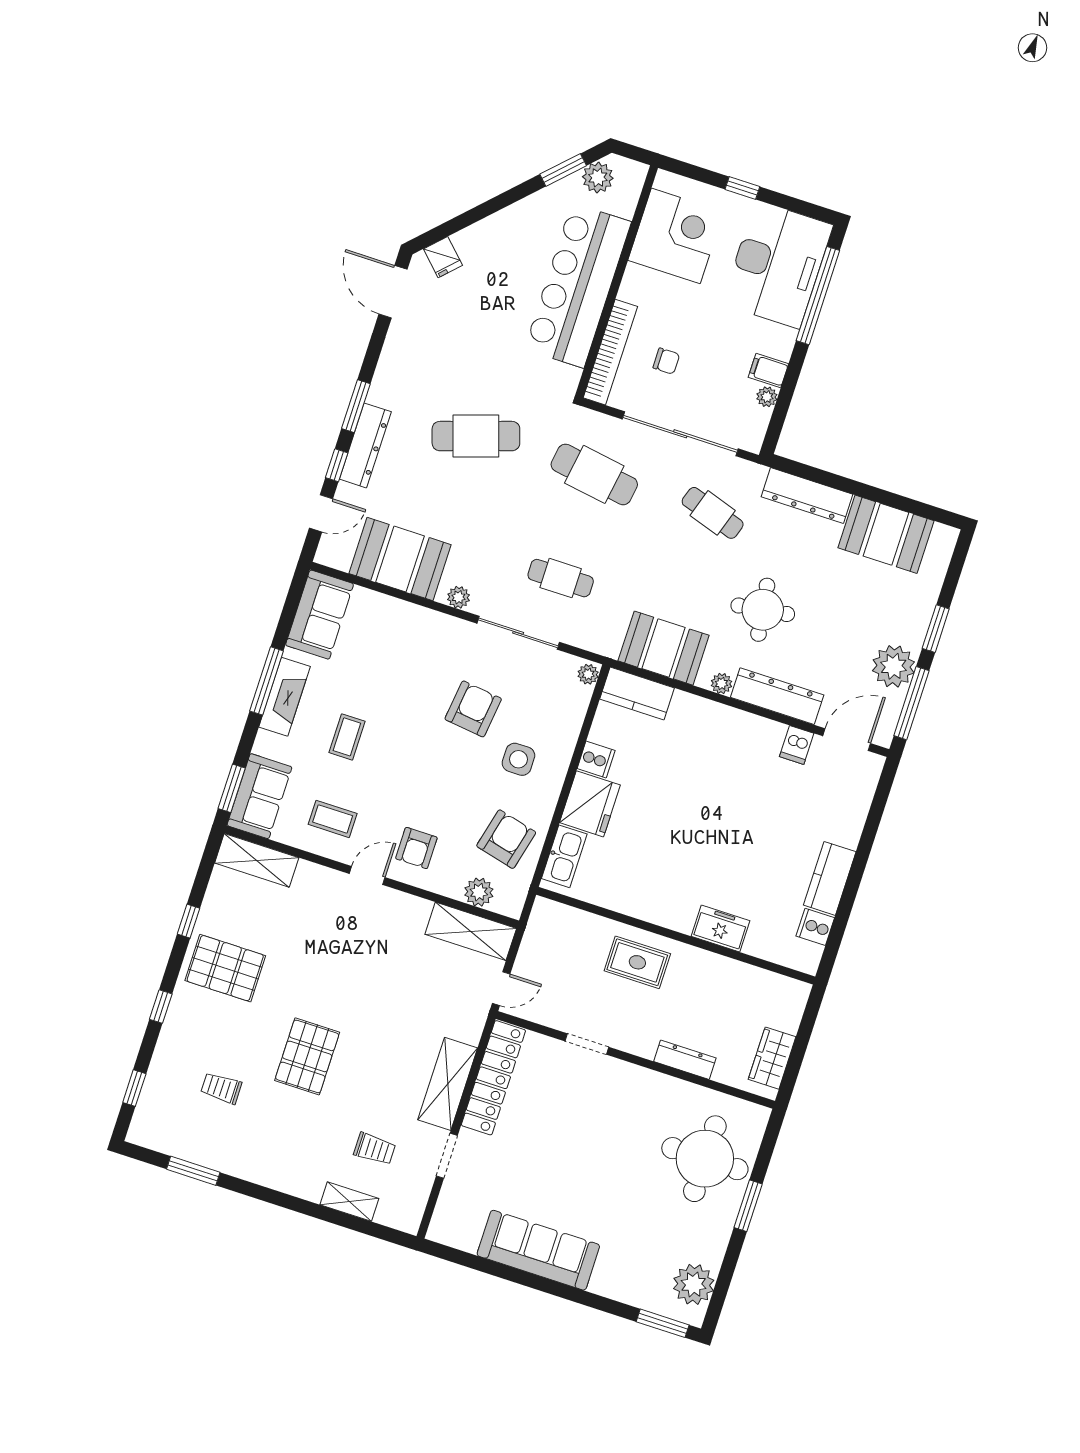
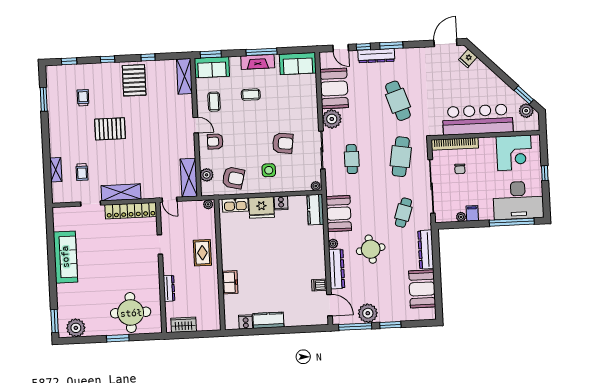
plant: (459, 597) -> (332, 119), width x1.88, depth x1.88
plant: (541, 912) -> (208, 204), added

